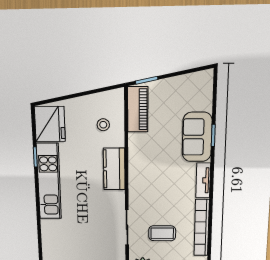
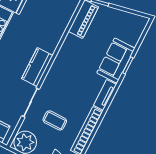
stool: (103, 125) -> (53, 17), removed
kitchen counter: (114, 169) -> (37, 67), moved

